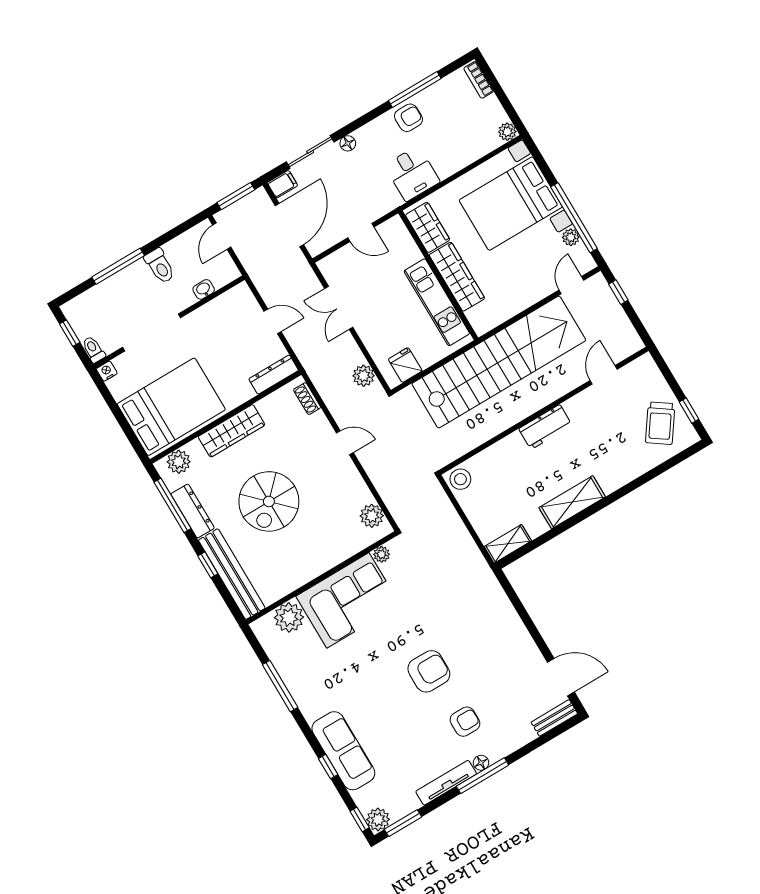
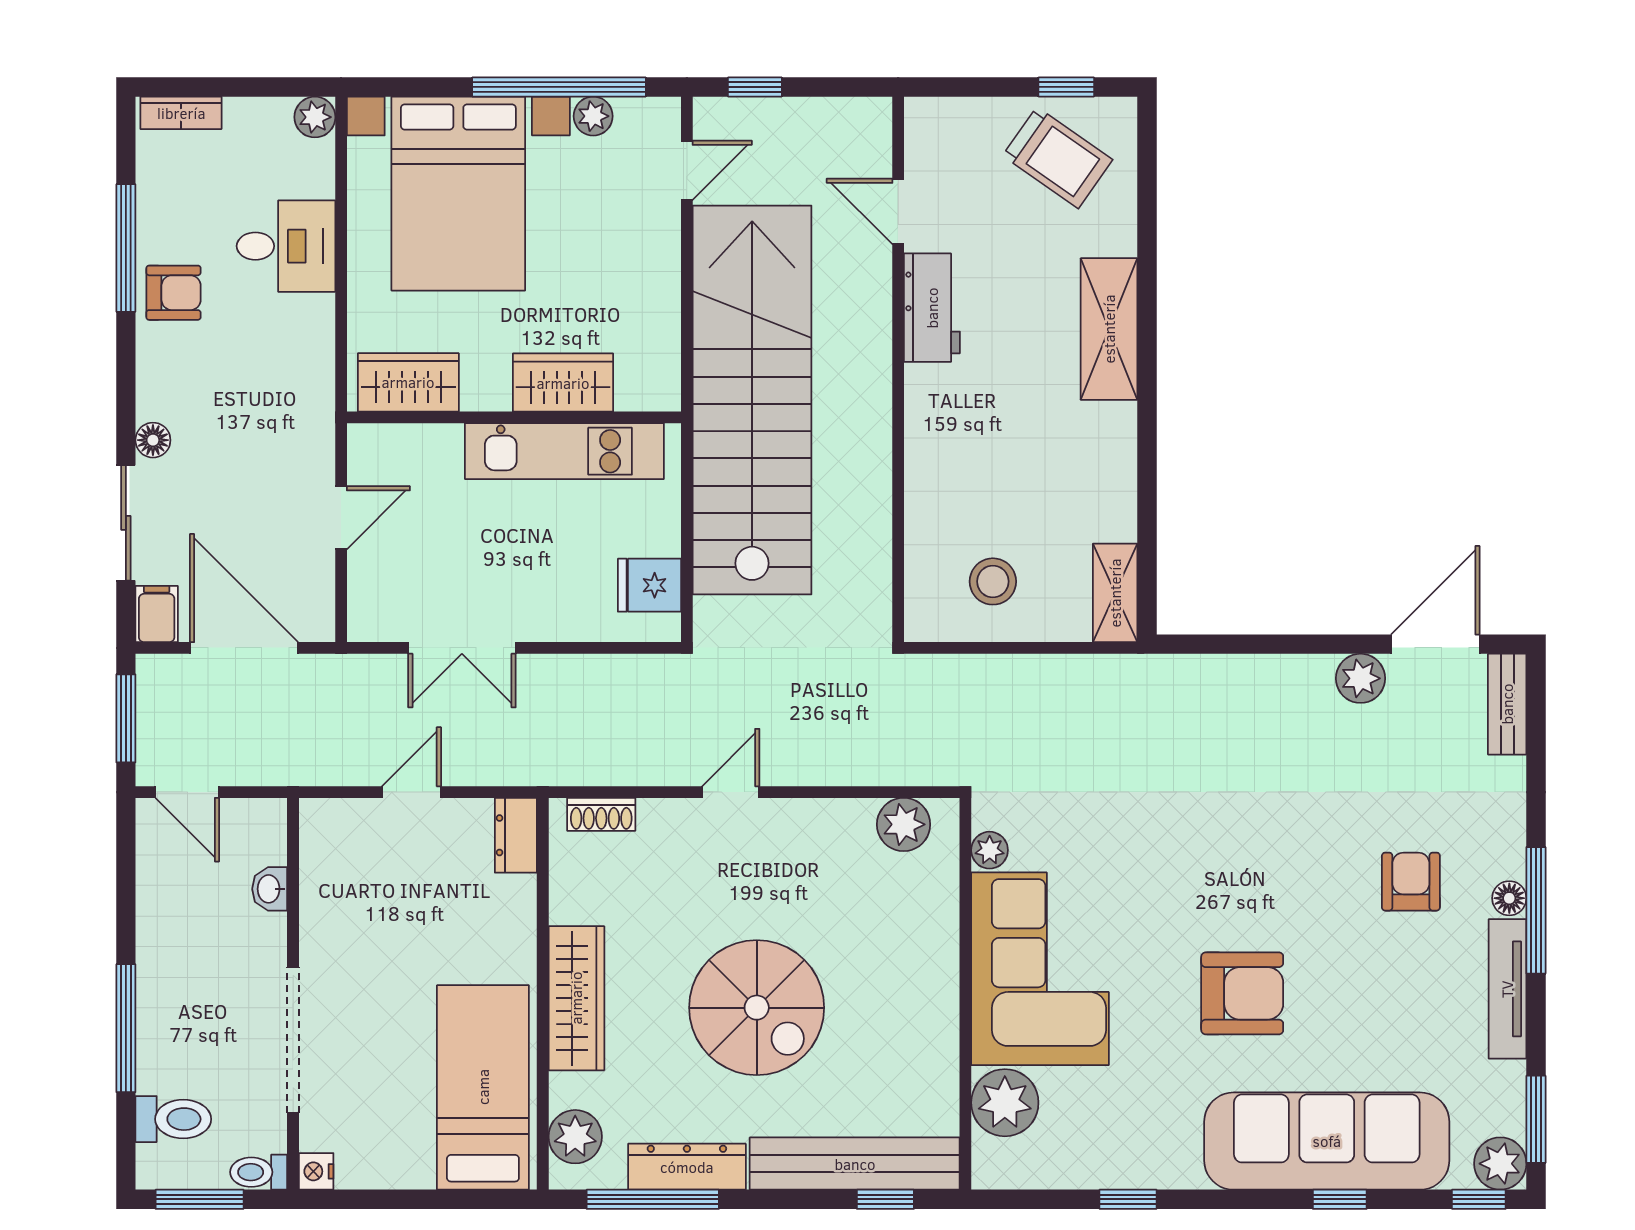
armchair: (408, 118) -> (173, 293), turned 90
desk: (412, 174) -> (286, 246), moved
toilet: (160, 266) -> (173, 1119), moved
wardrobe: (457, 277) -> (563, 383), width x0.67
door: (571, 285) -> (687, 170), swing flipped
window: (70, 333) -> (200, 1199), width x1.50
dresser: (274, 375) -> (516, 835), width x0.70
plant: (364, 376) -> (1361, 678), moved
bed: (171, 407) -> (483, 1087), width x0.67
workbench: (545, 427) -> (932, 308), moved
stool: (460, 479) -> (993, 581), moved
shelving: (572, 502) -> (1109, 329), moved
window: (208, 565) -> (885, 1199), moved
armchair: (429, 671) -> (1242, 993), moved, turned 90
window: (280, 686) -> (1128, 1199), width x0.46
sofa: (343, 751) -> (1327, 1141), width x1.36, depth x1.27

